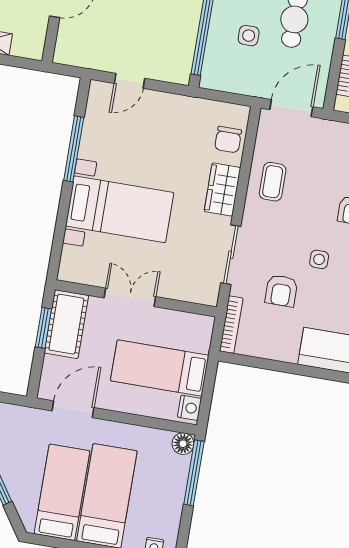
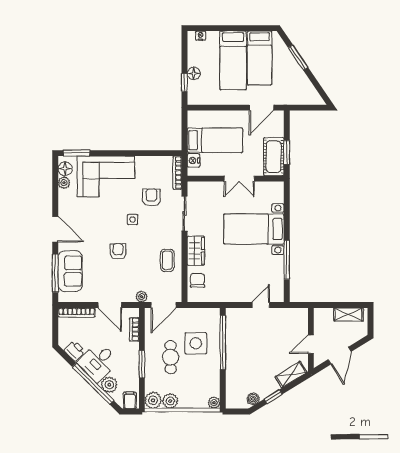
side table: (249, 36) -> (196, 343), width x1.87, depth x1.87
plant: (326, 128) -> (142, 297), added
nightstand: (189, 408) -> (194, 160), moved
floor lamp: (183, 444) -> (194, 73), moved
window: (194, 473) -> (184, 82), width x0.46

